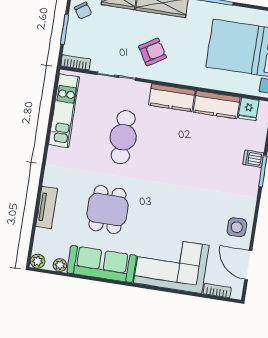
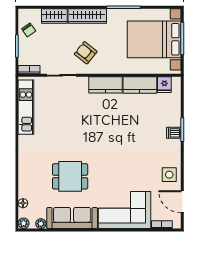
armchair: (153, 52) -> (86, 53), turned -110
cafe table: (123, 137) -> (73, 120), removed
dishwasher: (253, 159) -> (174, 133), moved
tv unit: (47, 207) -> (24, 182), removed
dining table: (107, 210) -> (70, 176), turned 90
floor lamp: (41, 235) -> (23, 203), added

